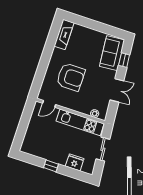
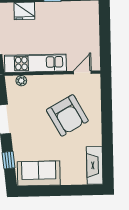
sofa: (112, 53) -> (39, 173), moved, turned -85
armchair: (71, 77) -> (67, 115), turned -119

